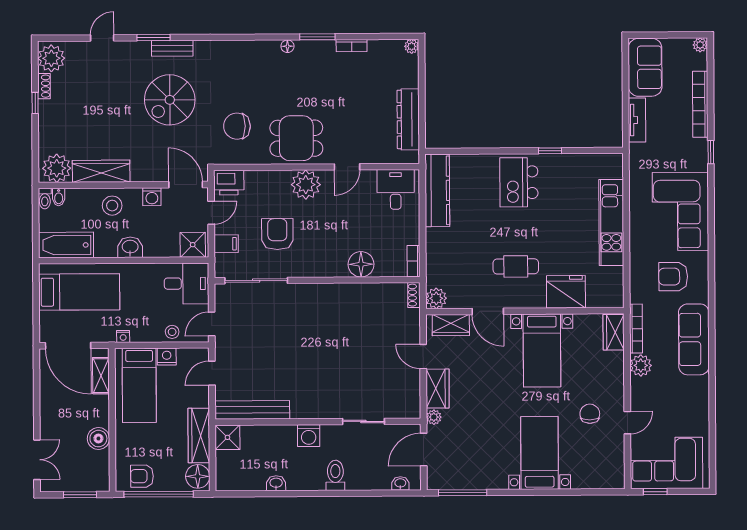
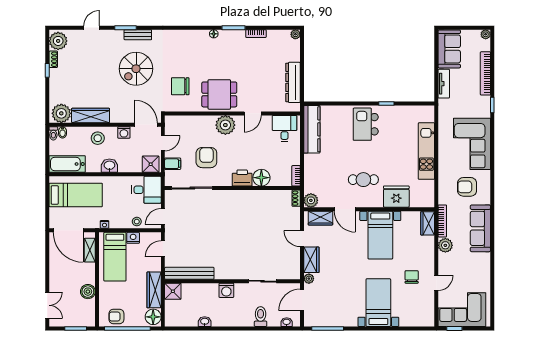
printer: (229, 183) -> (242, 178), moved, turned 180
toilet: (335, 475) -> (261, 317), moved

